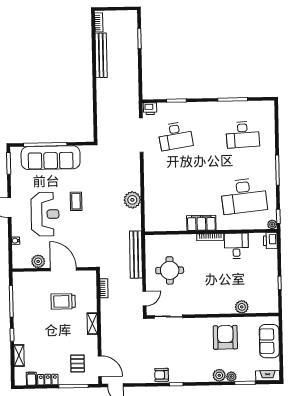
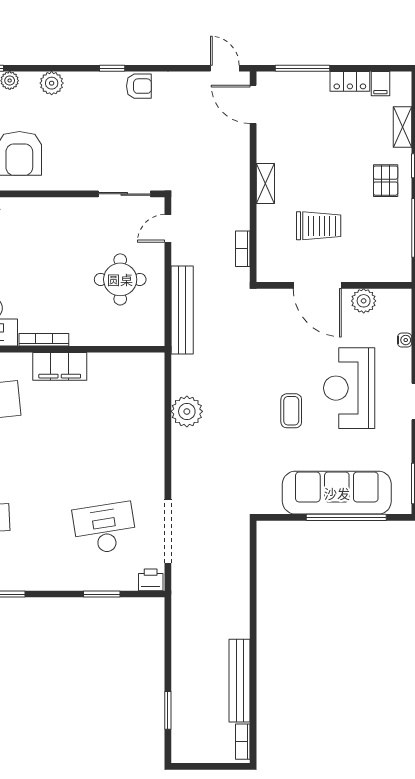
pallet: (77, 364) -> (386, 181), moved
plant: (219, 375) -> (52, 83), moved

